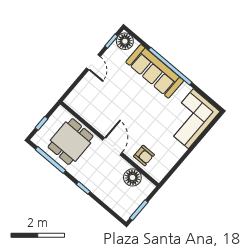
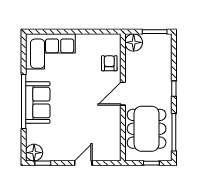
door: (93, 62) -> (83, 163), moved
sofa: (155, 71) -> (38, 103), width x0.73
dining table: (71, 142) -> (147, 129), width x1.38
floor lamp: (132, 177) -> (134, 42), moved

